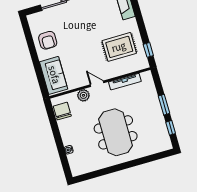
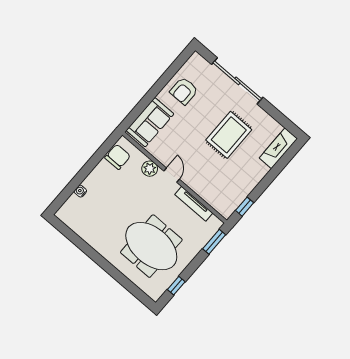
rug: (119, 47) -> (229, 135), moved, turned 90
window: (164, 105) -> (214, 242), moved
meeting table: (116, 132) -> (151, 246), moved, turned 90

